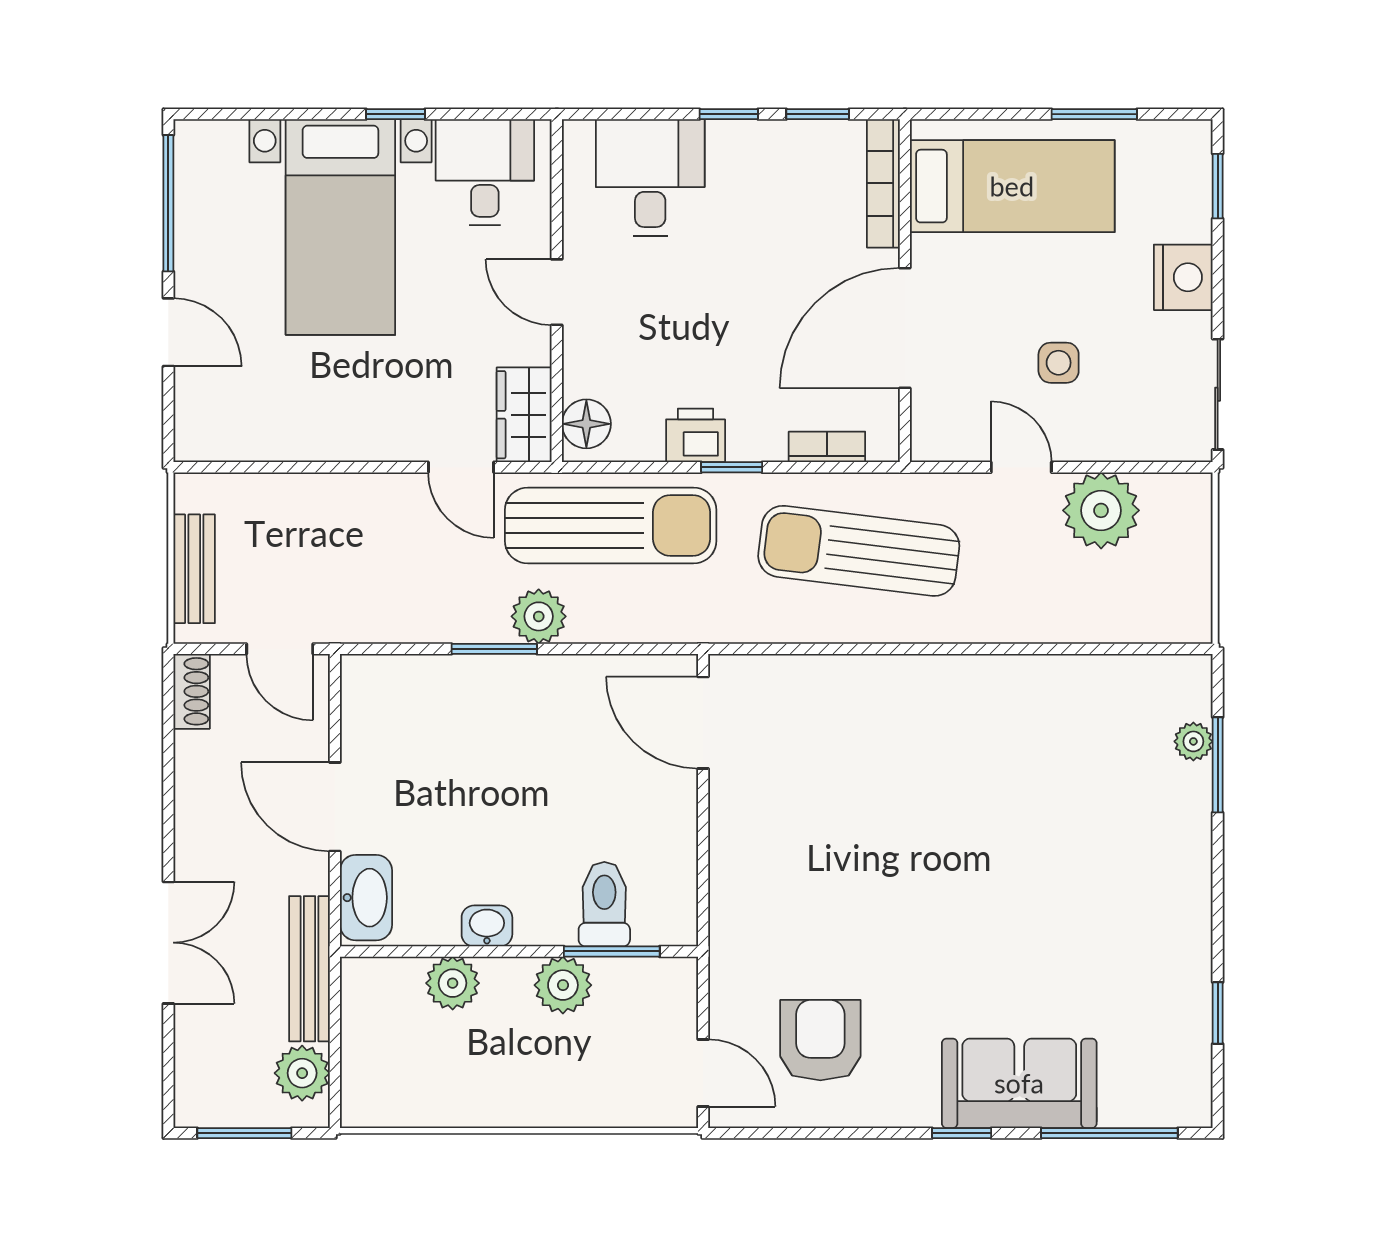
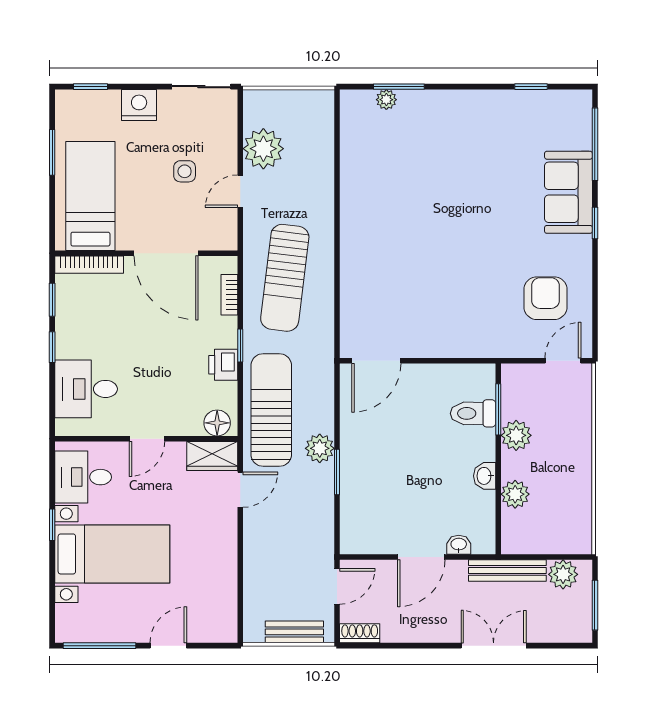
washbasin: (366, 898) -> (459, 545), width x0.52, depth x0.69
armchair: (820, 1040) -> (546, 298), turned 90

